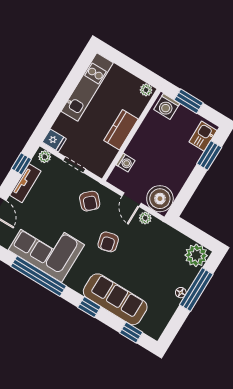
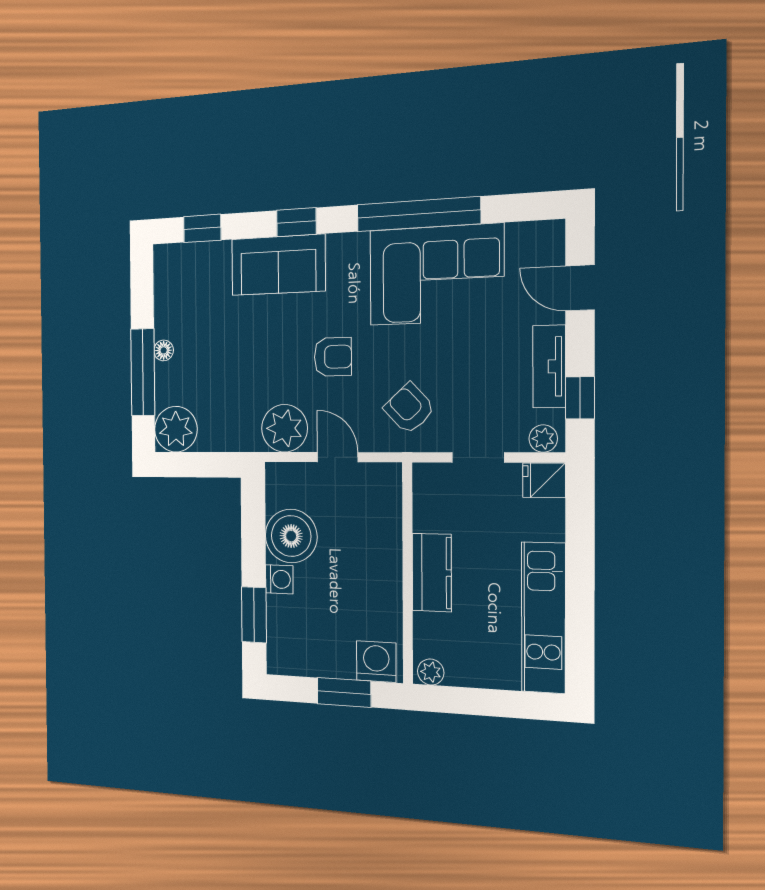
kitchen sink: (203, 136) -> (284, 643), removed
washing machine: (125, 163) -> (279, 579), moved, turned 180
boiler: (160, 199) -> (291, 536), moved
plant: (145, 218) -> (285, 428), width x1.87, depth x1.87
armchair: (108, 242) -> (333, 357), turned 104
sofa: (115, 299) -> (278, 265), width x0.73

